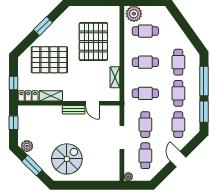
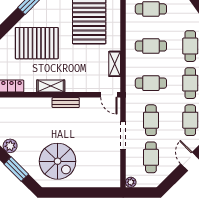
shelving: (51, 96) -> (51, 86), moved
door: (92, 103) -> (109, 95), moved
spiral stairs: (67, 159) -> (58, 161), turned 90

